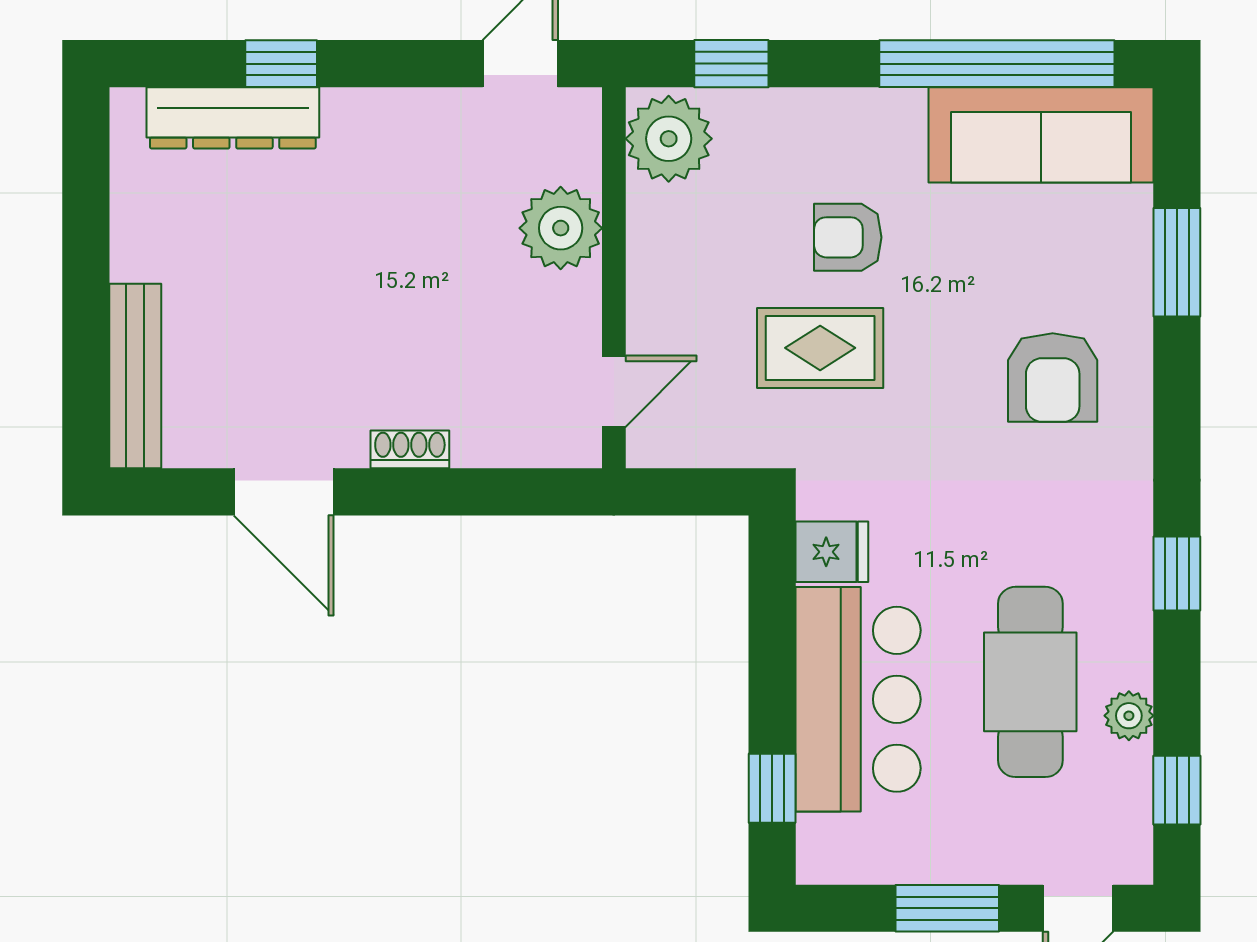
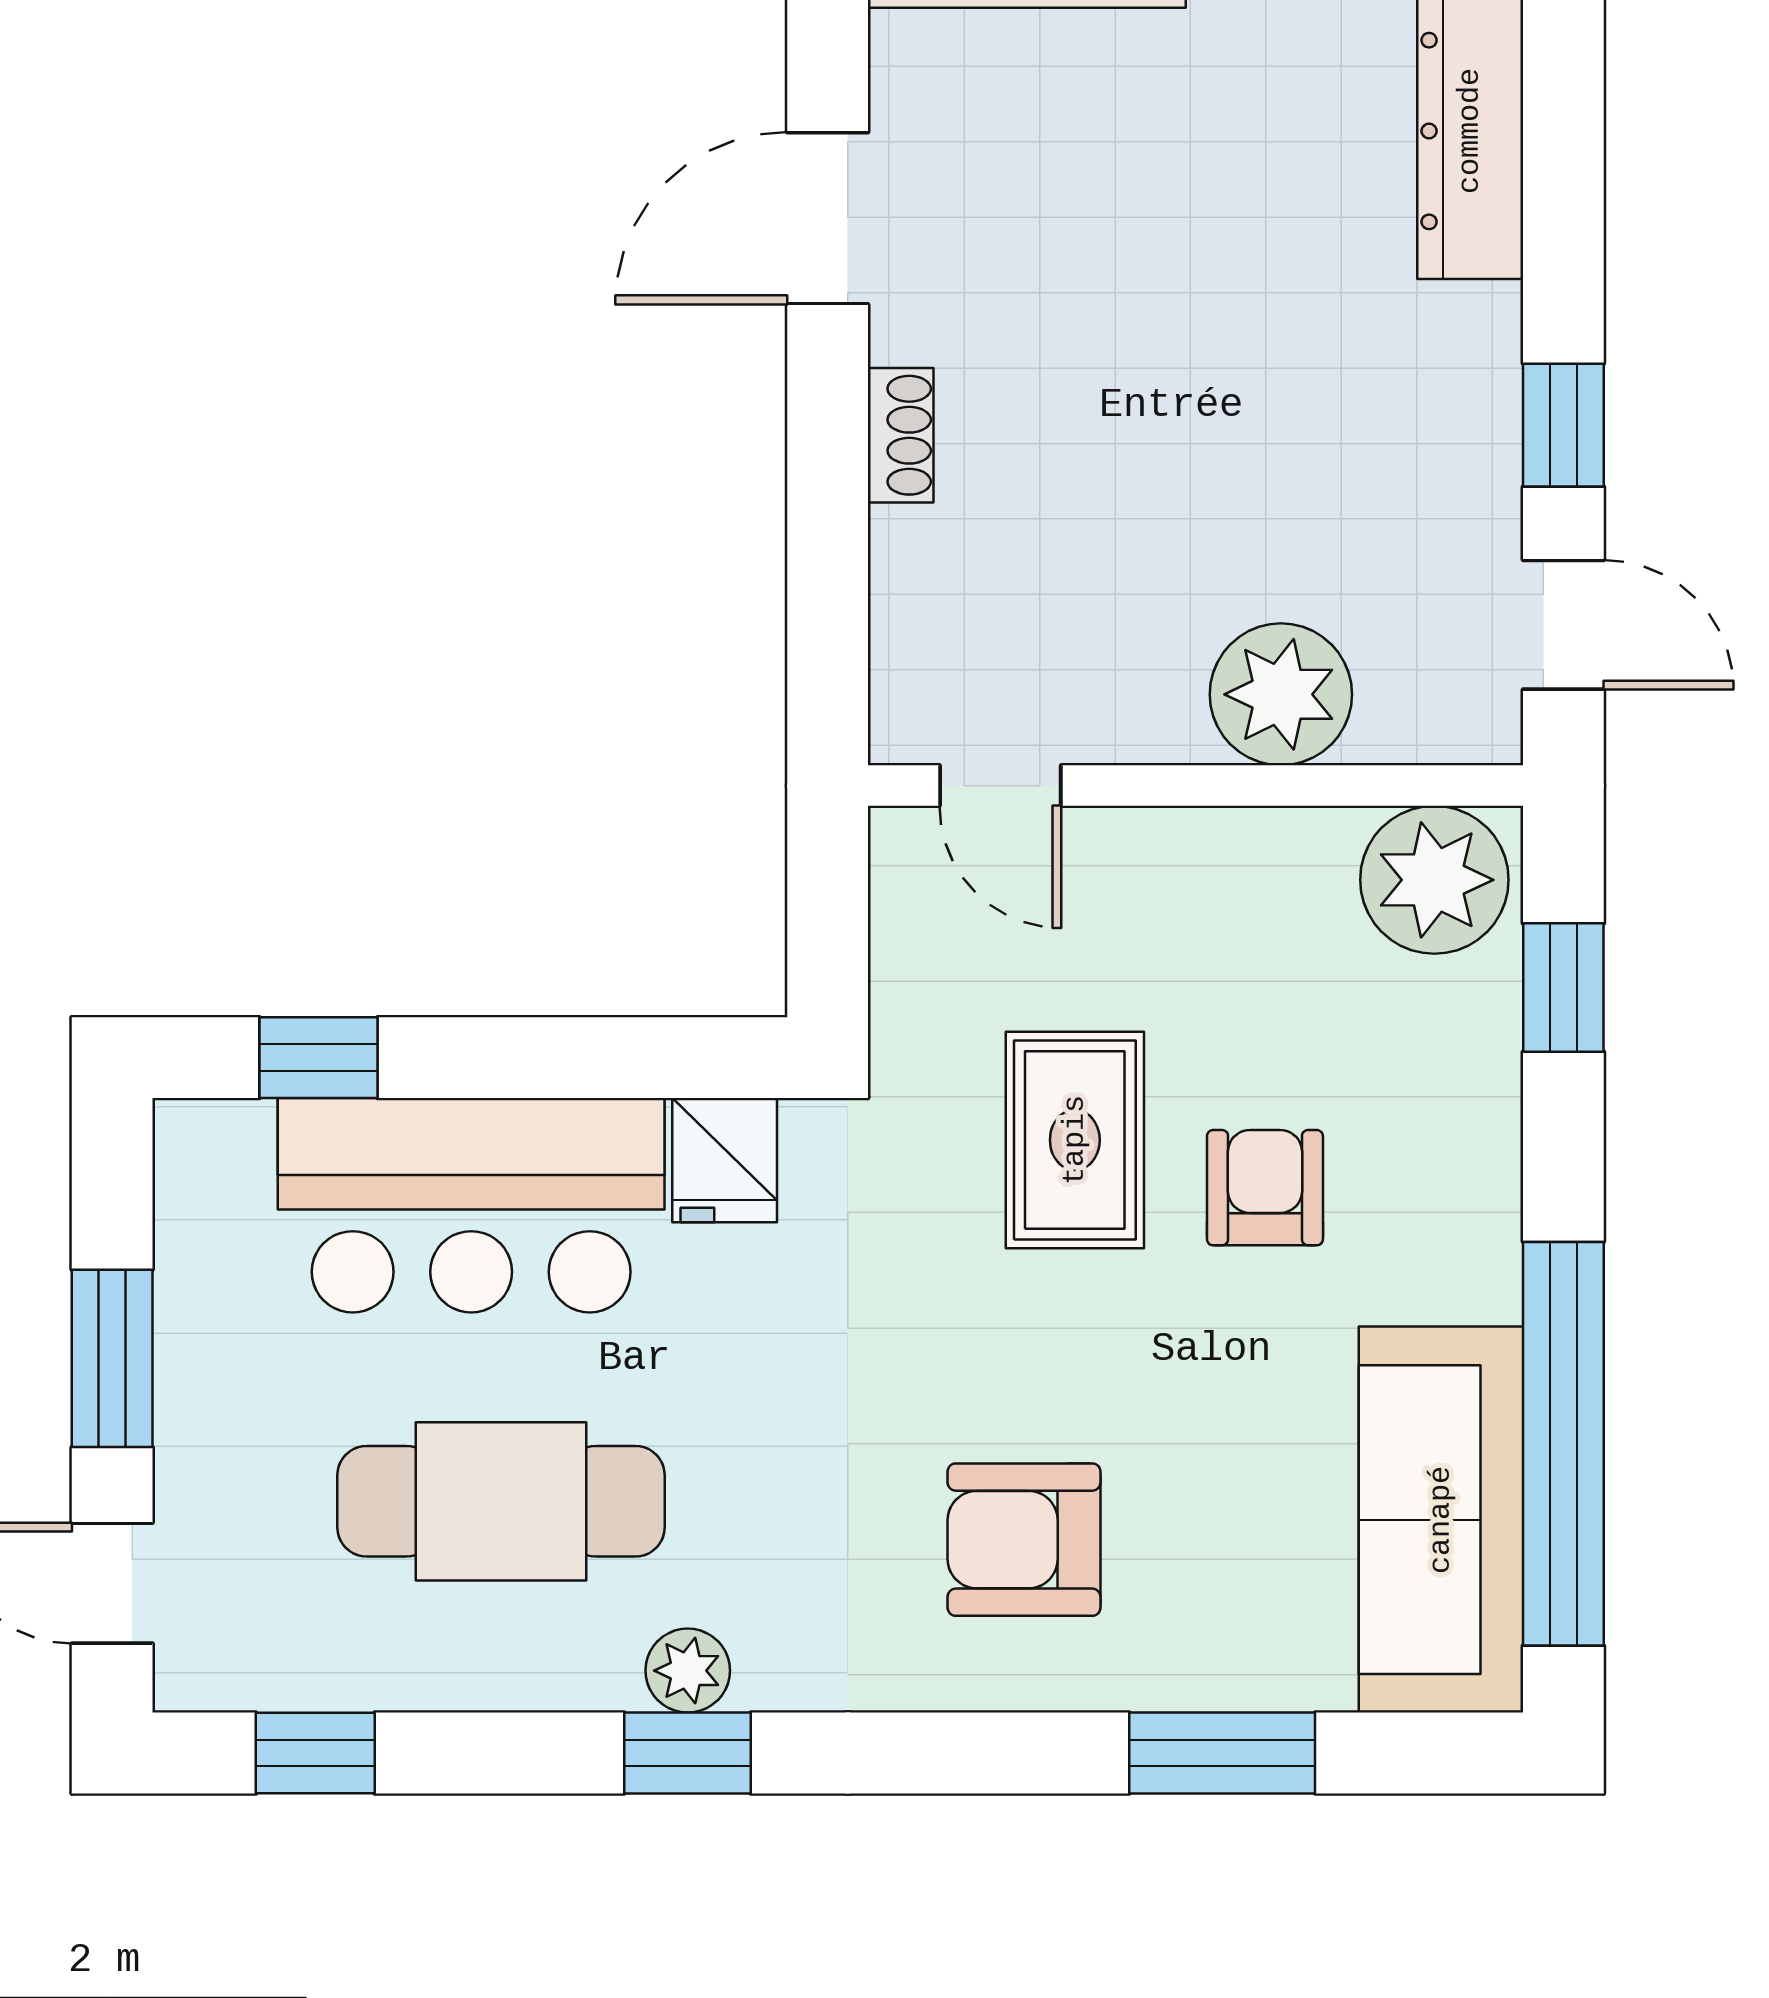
window: (281, 64) -> (1563, 425), moved
plant: (1129, 716) -> (688, 1671), moved

